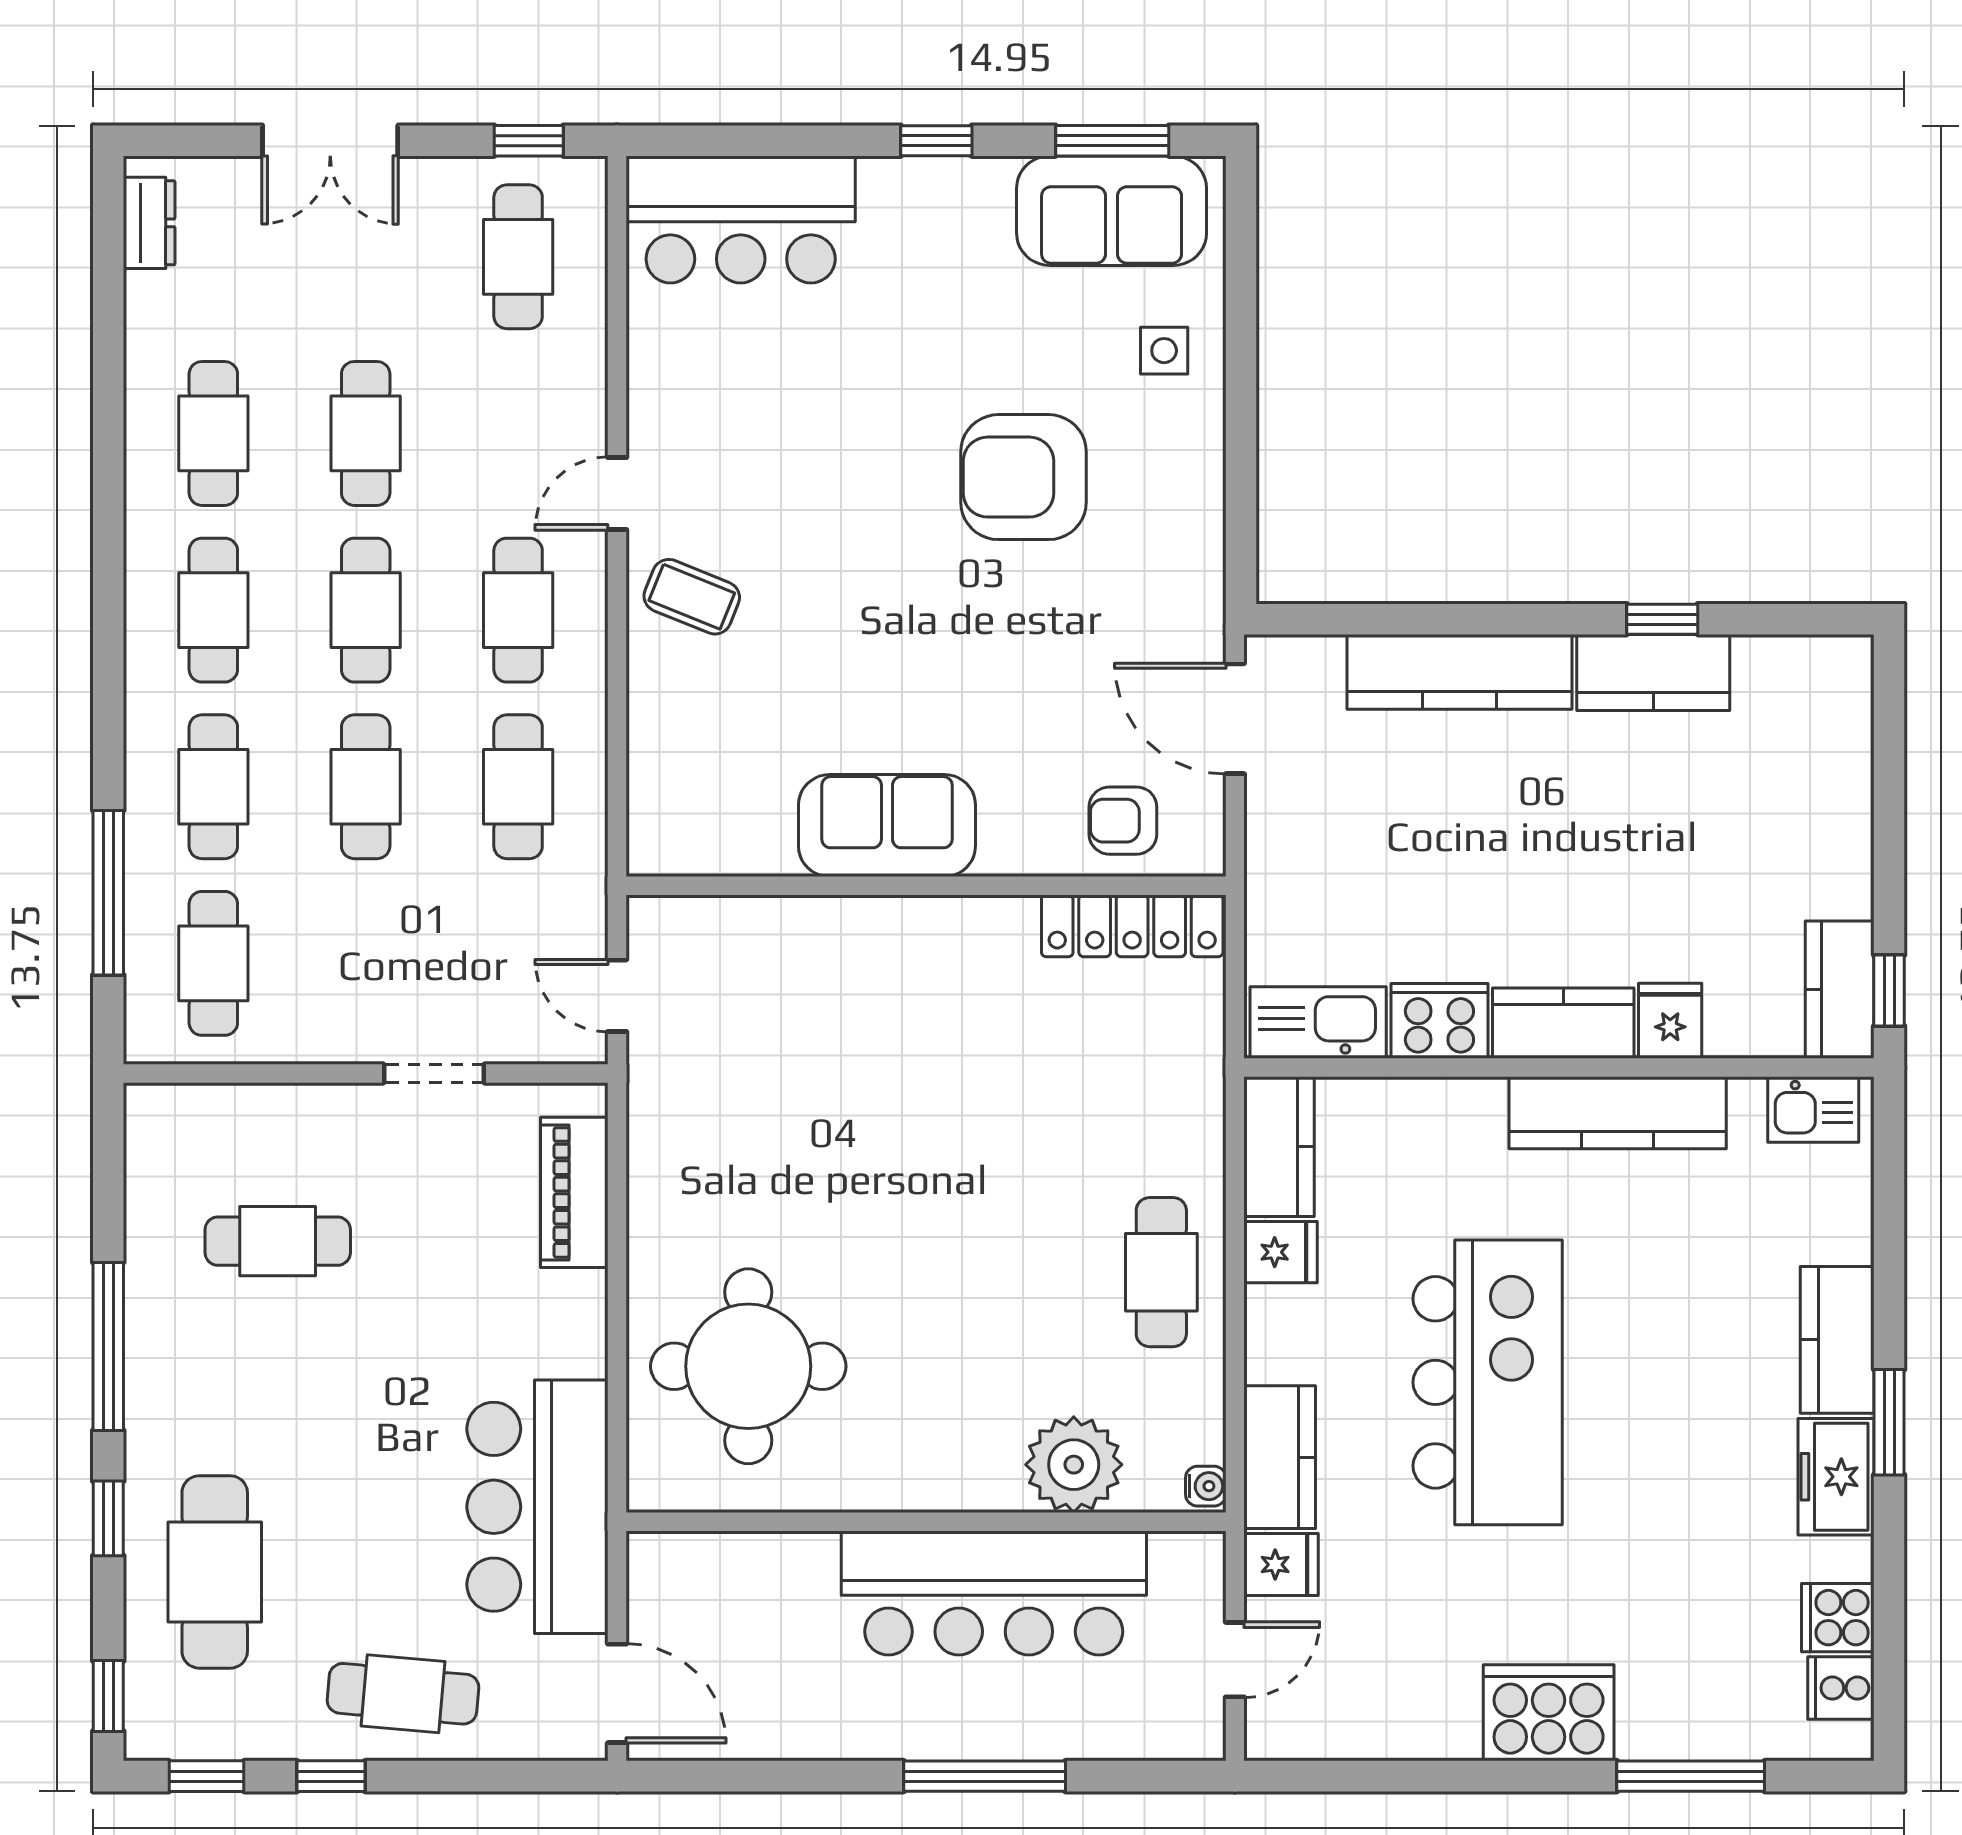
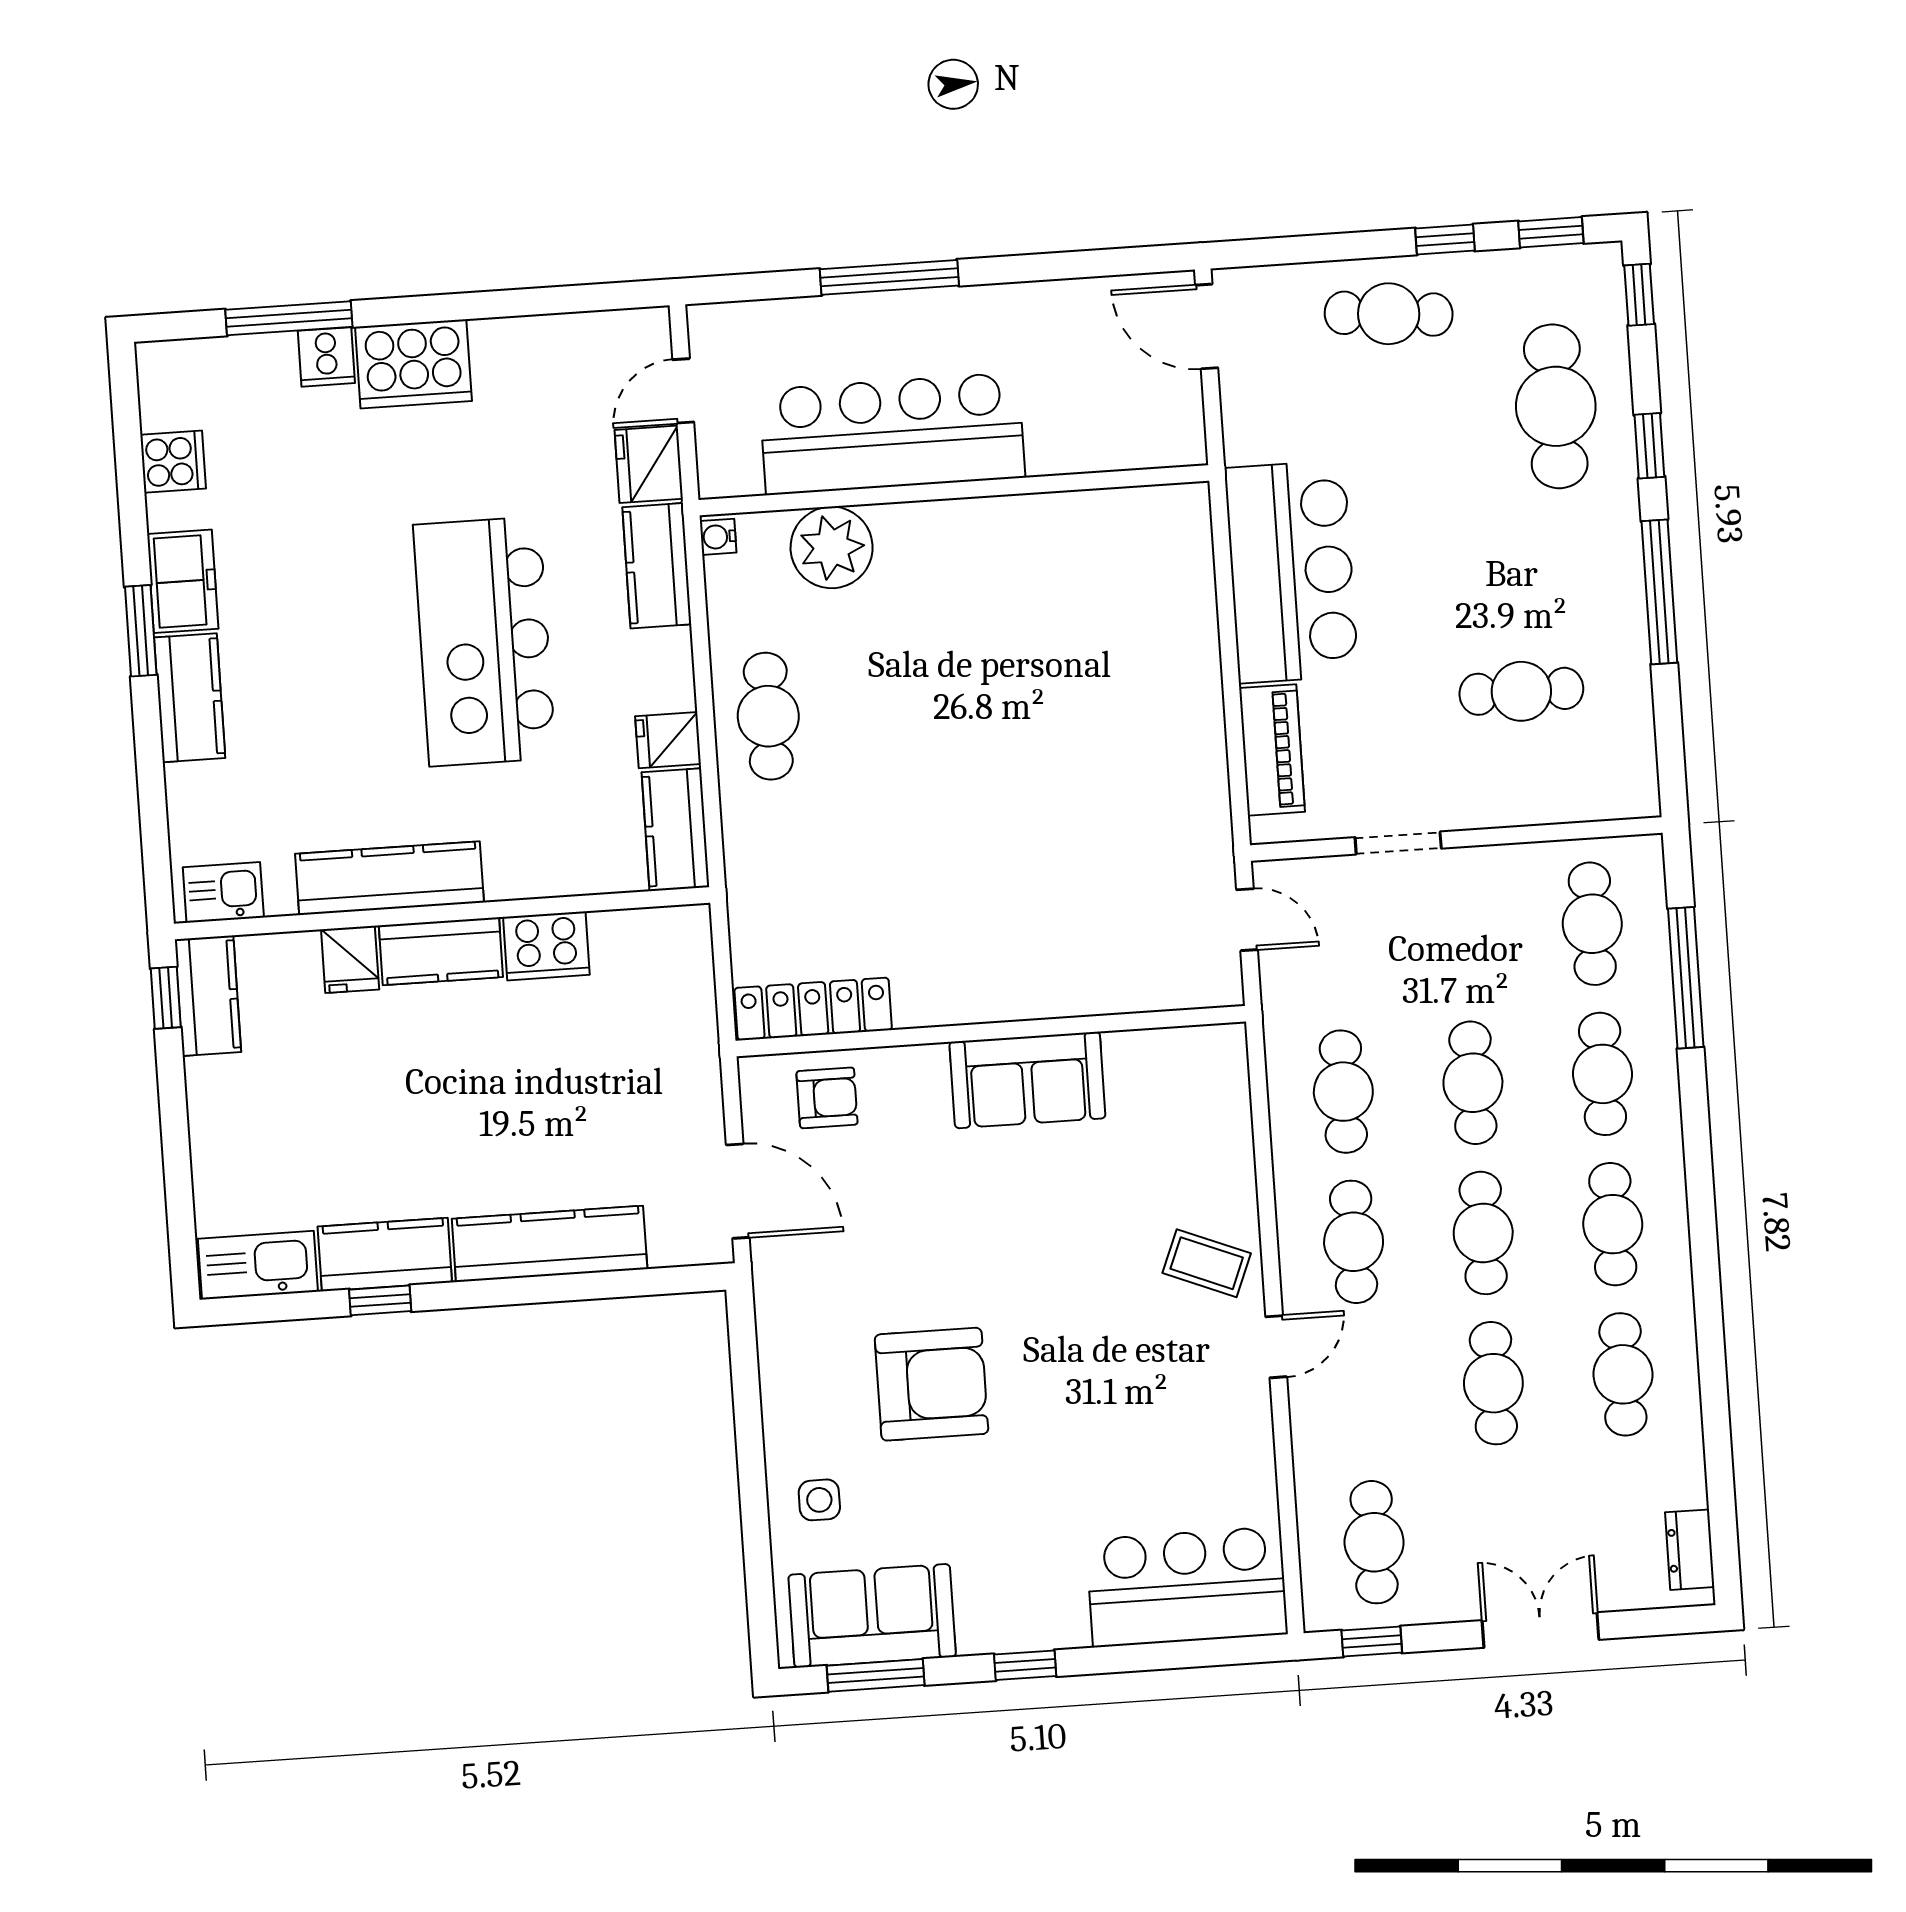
kitchen sink: (1318, 1022) -> (258, 1265), moved, turned 180
round table: (748, 1366) -> (1114, 612), removed
bar counter: (537, 1507) -> (1291, 572), moved
fridge: (1281, 1565) -> (649, 464), width x1.38
cooker: (1841, 1688) -> (326, 357), moved, turned 90

